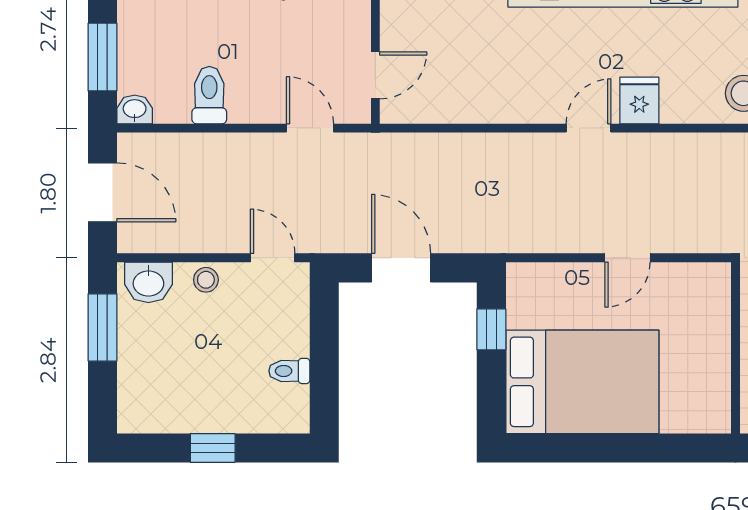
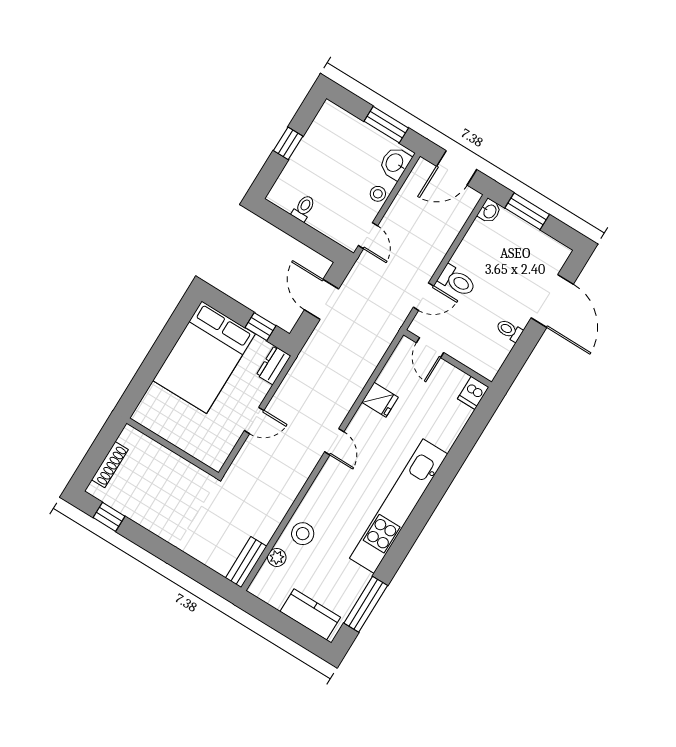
toilet: (209, 95) -> (457, 281), moved
fridge: (639, 101) -> (380, 400), moved
door: (273, 258) -> (368, 236), hinge flipped
door: (628, 258) -> (254, 420), swing flipped
door: (401, 268) -> (322, 299), swing flipped
dresser: (534, 278) -> (274, 365), added

